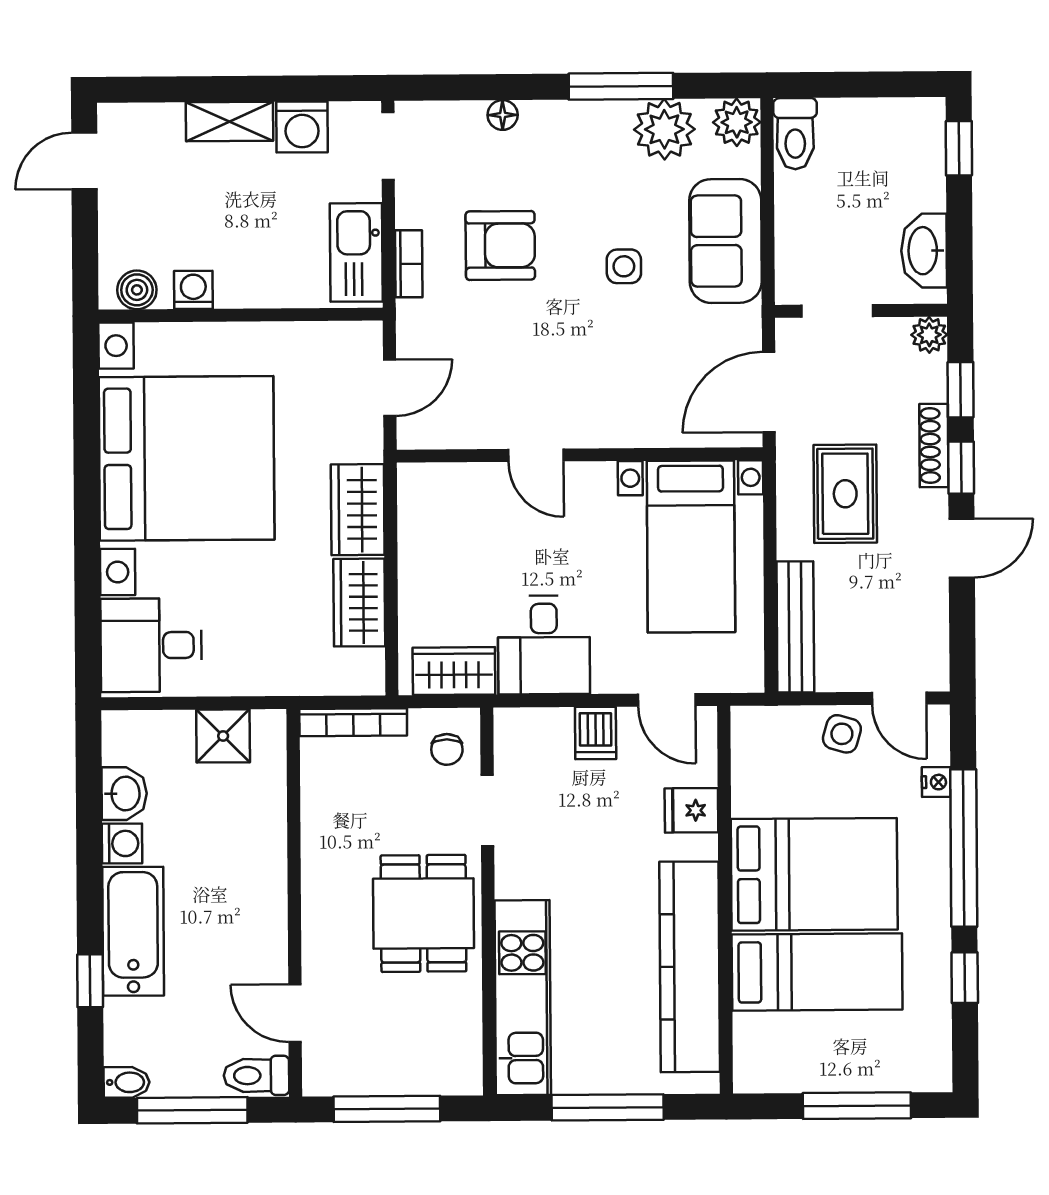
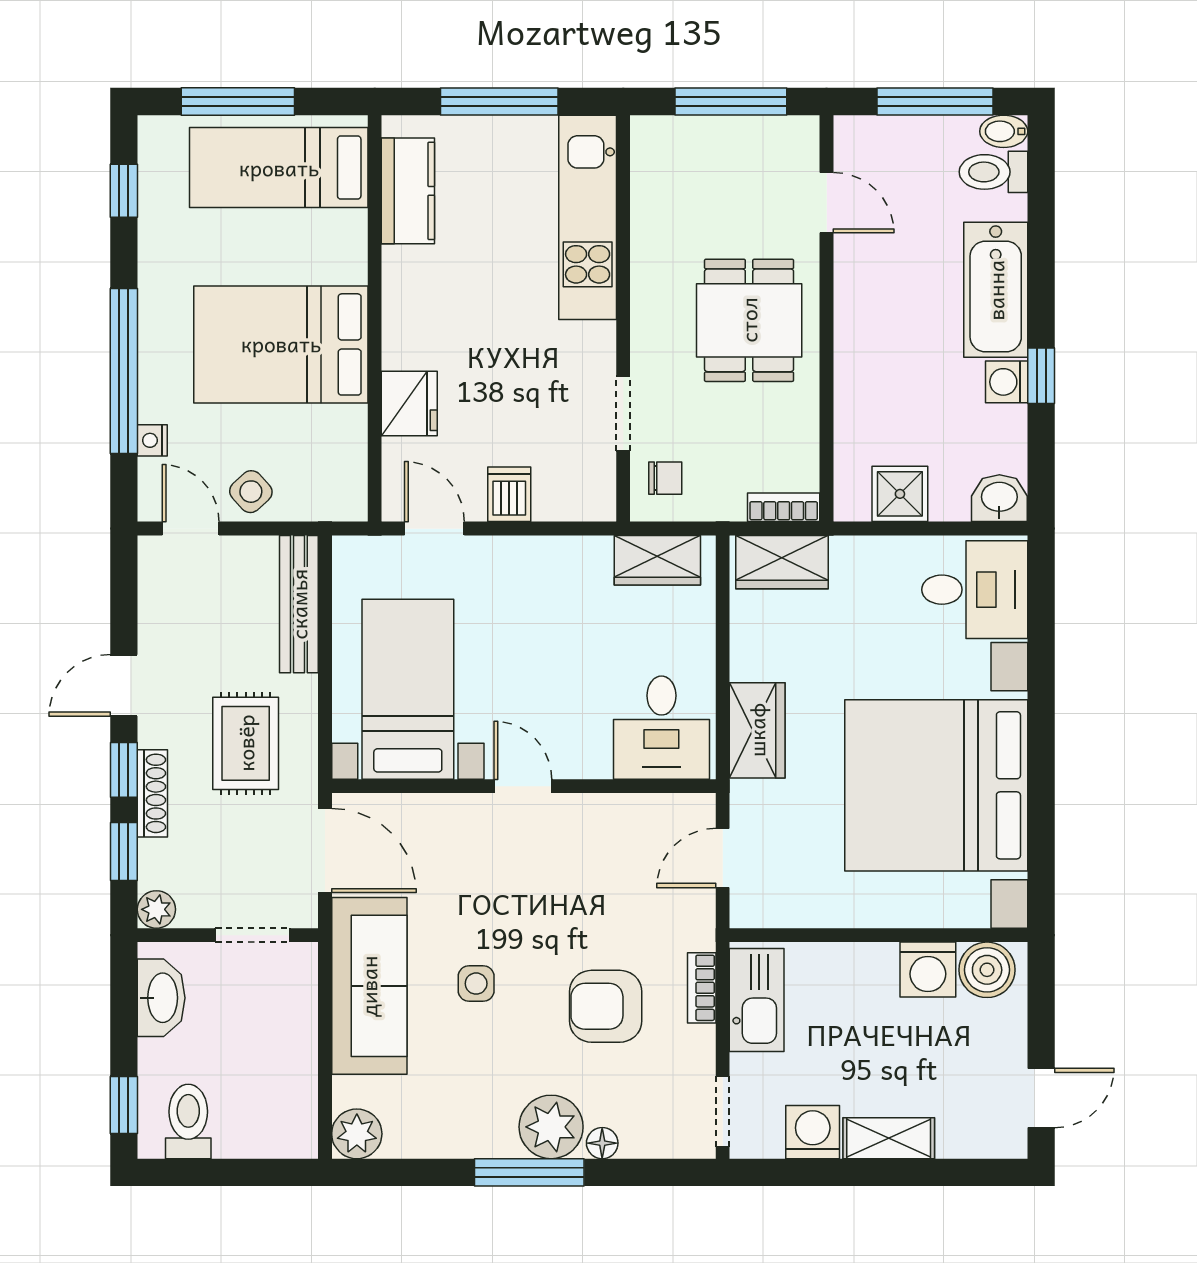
window: (621, 86) -> (529, 1172), moved
plant: (664, 129) -> (551, 1127), moved
toilet: (795, 134) -> (188, 1121), moved
sofa: (725, 241) -> (369, 986), width x1.36
boiler: (137, 290) -> (987, 970), width x1.36, depth x1.36
washing machine: (193, 290) -> (928, 970), width x1.38, depth x1.38
door: (769, 392) -> (325, 851), hinge flipped
door: (536, 455) -> (523, 786), moved
wardrobe: (359, 603) -> (782, 562), moved, turned 90
desk: (544, 645) -> (661, 728), moved, turned 180
bookcase: (353, 722) -> (784, 507), width x0.64
side table: (842, 734) -> (251, 492), turned 32
chair: (447, 749) -> (665, 478), turned 90
washbasin: (124, 794) -> (999, 498), moved, turned 90
fridge: (691, 810) -> (409, 403), width x1.38
dining table: (423, 913) -> (749, 320), moved
kitchen counter: (690, 967) -> (408, 191), width x0.48, depth x0.86
bed: (817, 972) -> (279, 168), moved
window: (965, 978) -> (124, 191), moved
window: (90, 981) -> (1041, 376), moved
toilet: (256, 1076) -> (993, 172), moved, turned 180

